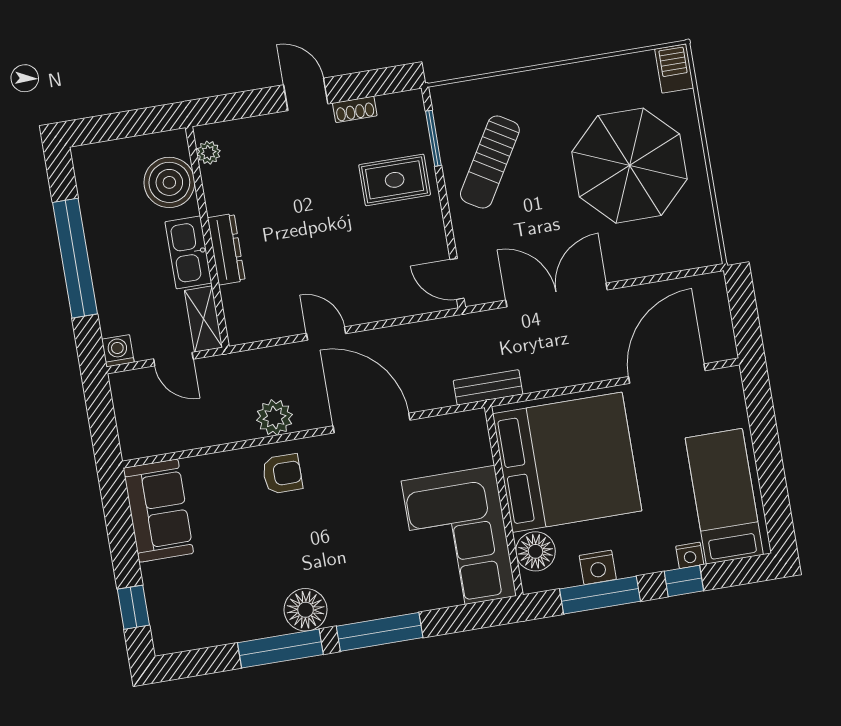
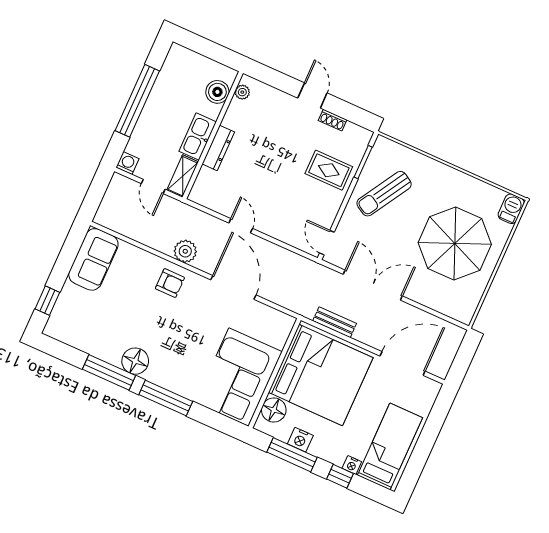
boiler: (169, 182) -> (217, 92), width x0.73, depth x0.73
bench: (488, 387) -> (335, 322), moved

